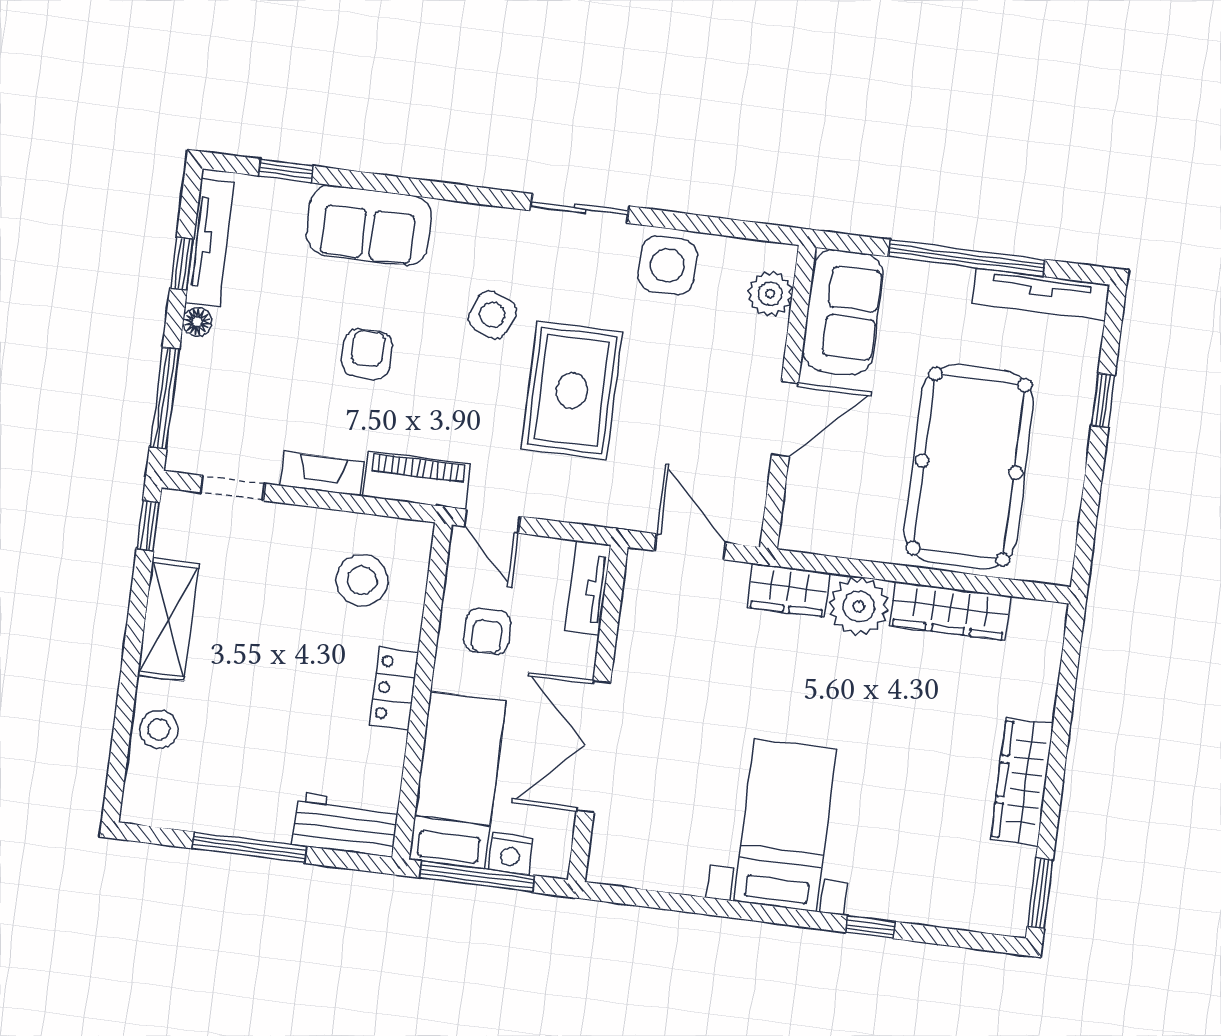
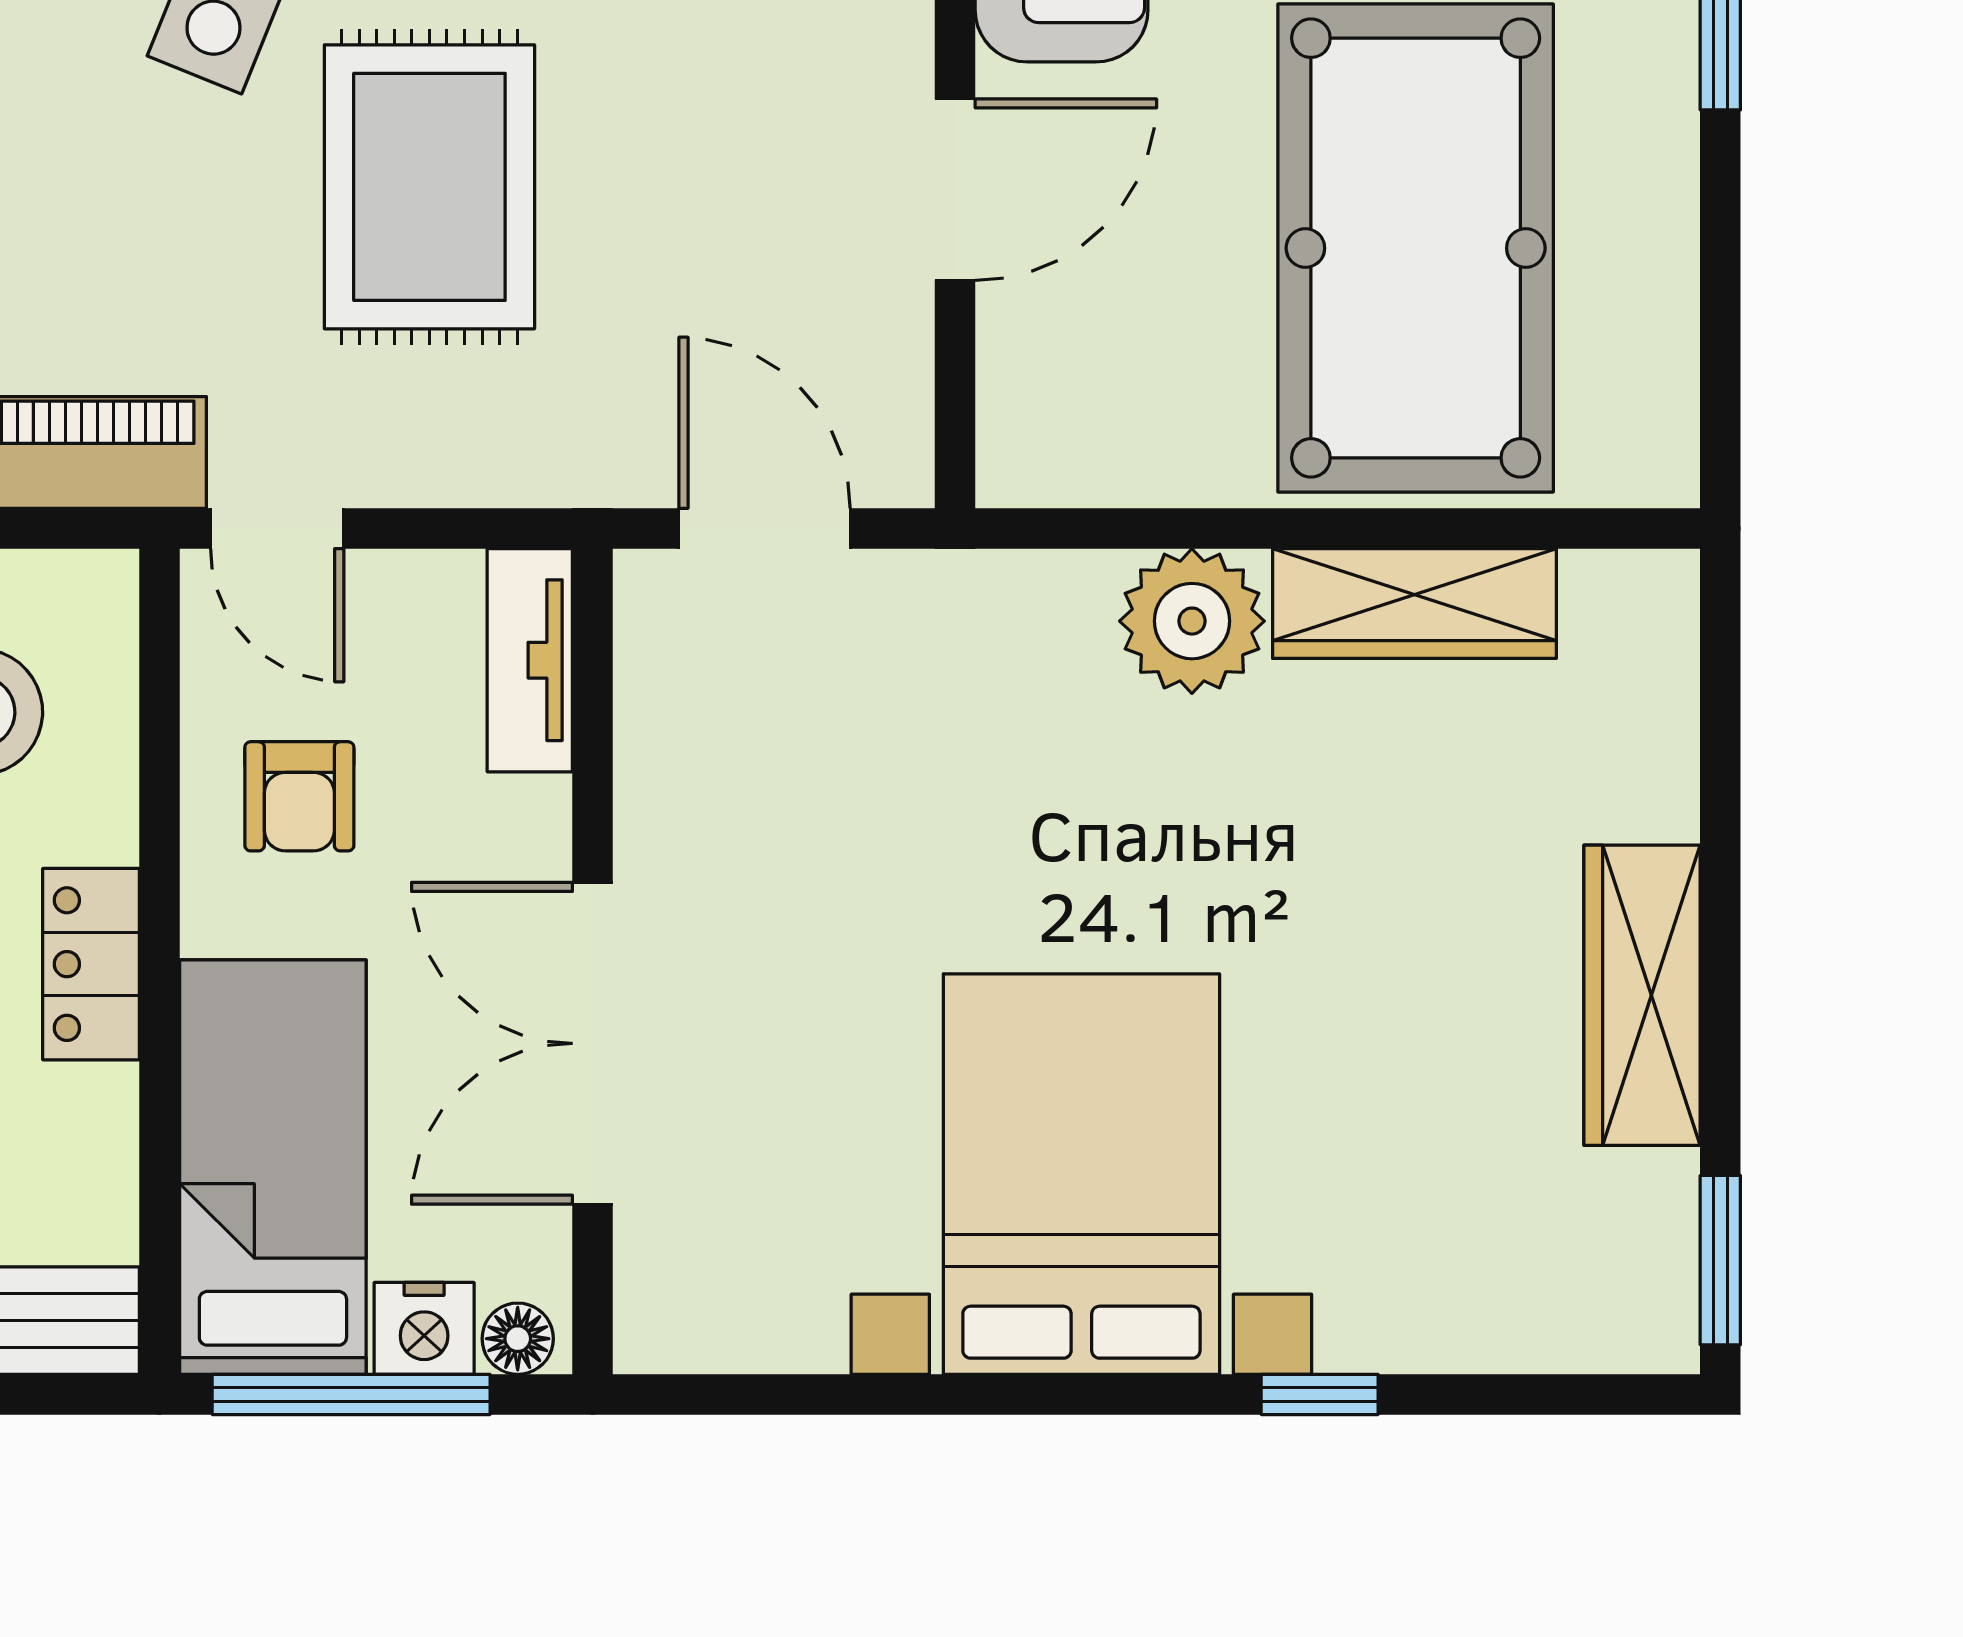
wardrobe: (789, 590) -> (1017, 603), removed
bed with nightstands: (785, 825) -> (1081, 1174), width x1.36
floor lamp: (548, 863) -> (518, 1339), added

